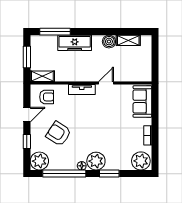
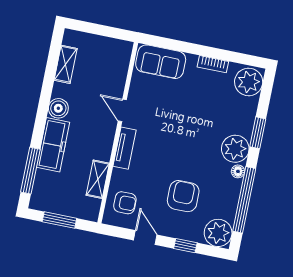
boiler: (109, 42) -> (58, 108), moved
shelving: (42, 76) -> (98, 179), moved
armchair: (47, 97) -> (125, 203), turned 90
armchair: (59, 134) -> (183, 196), turned 147

